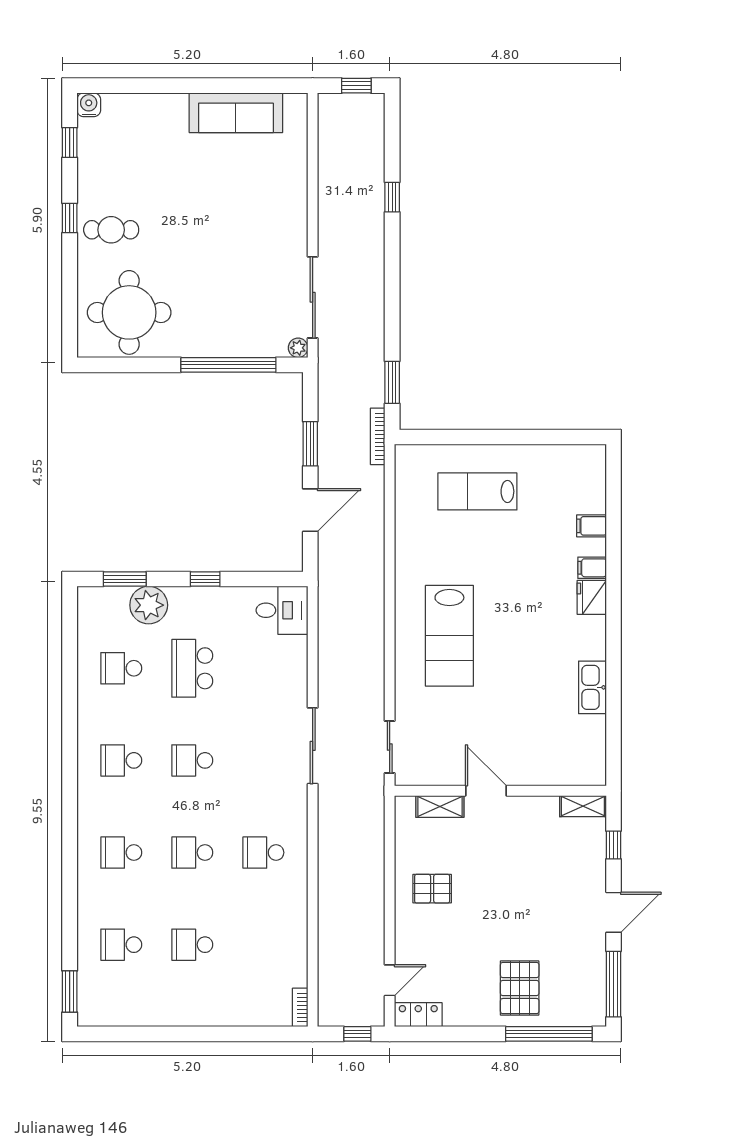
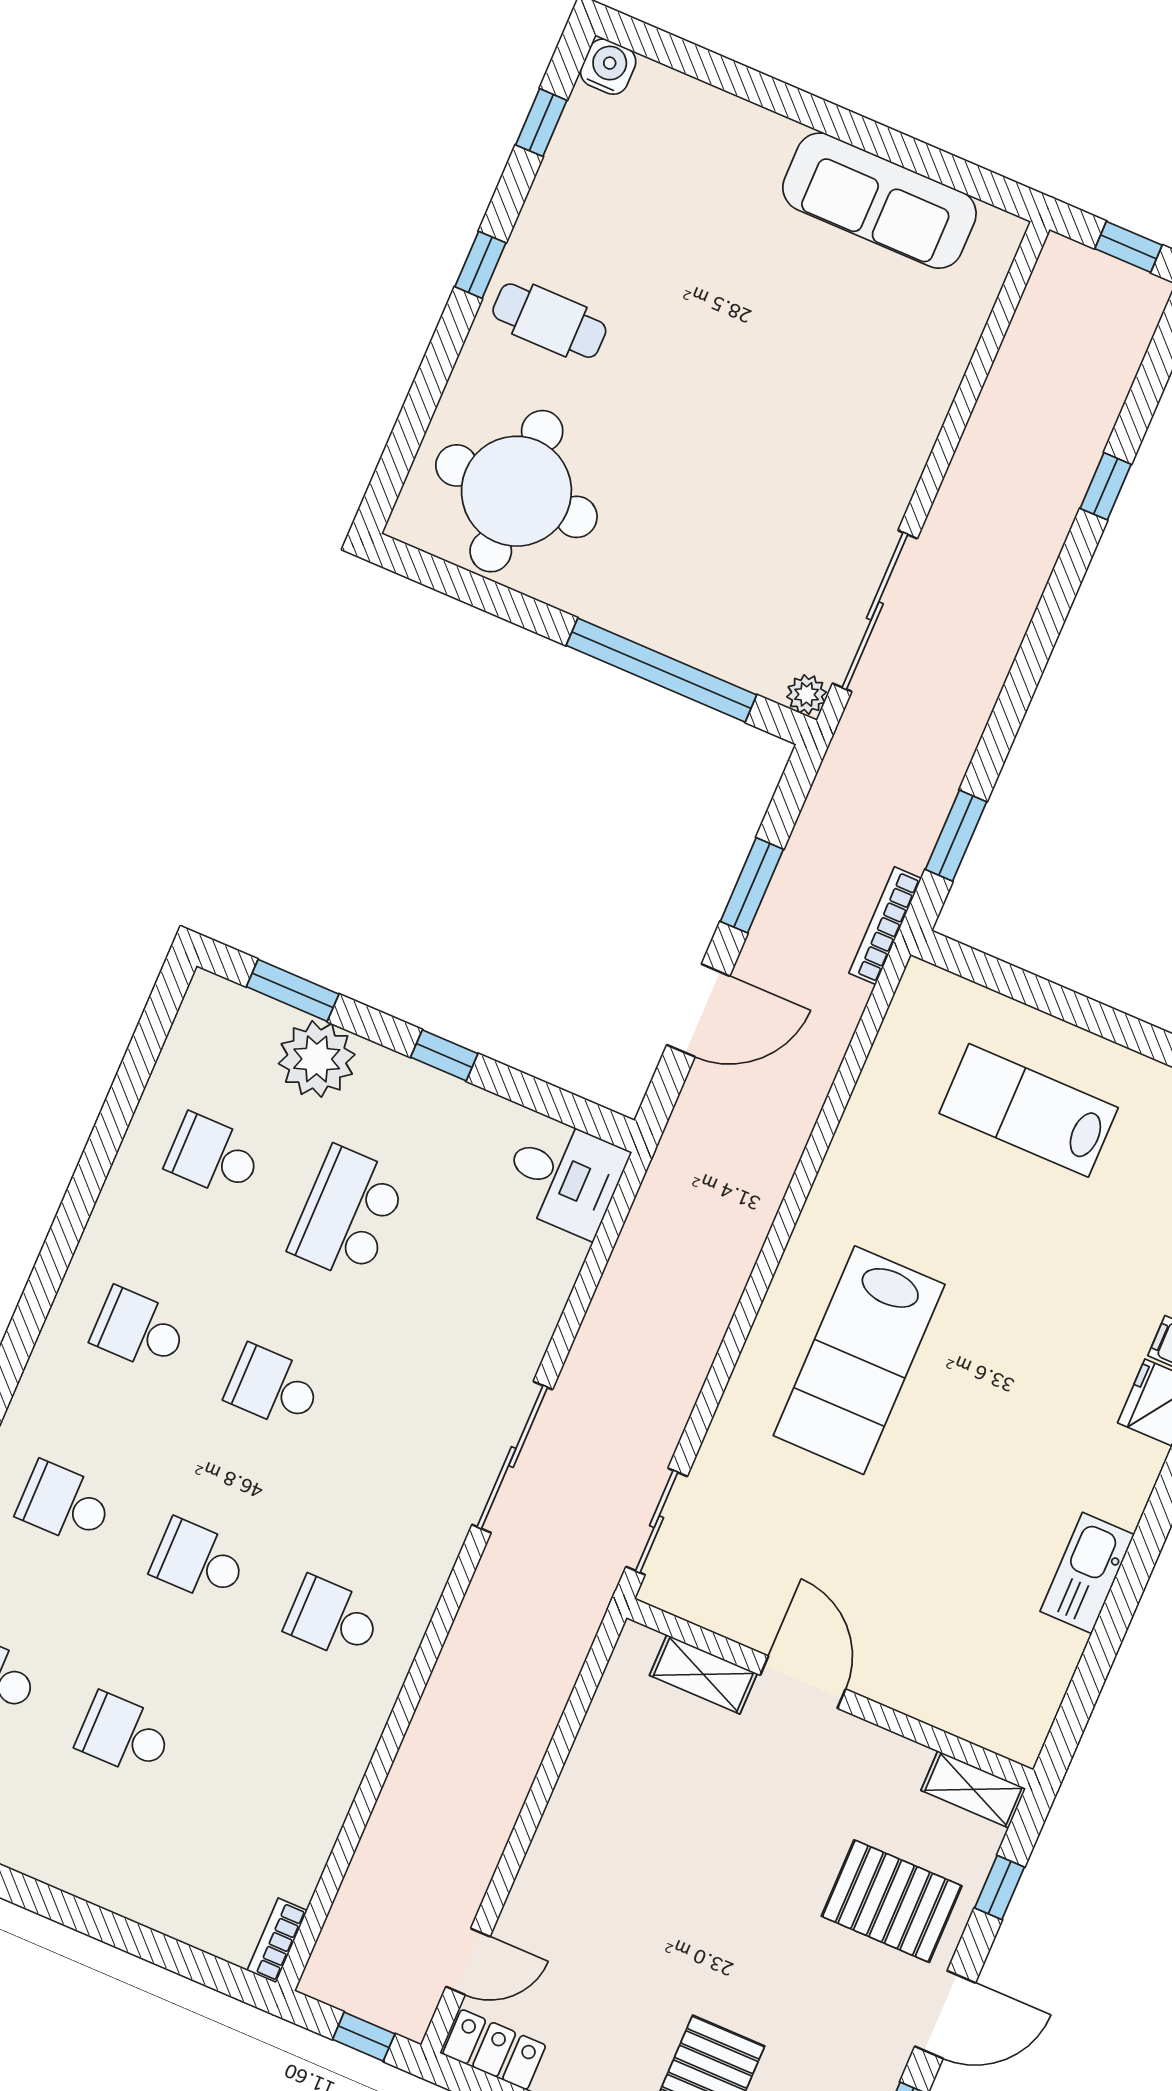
pallet: (432, 889) -> (892, 1901), moved, width x1.50, depth x1.42

